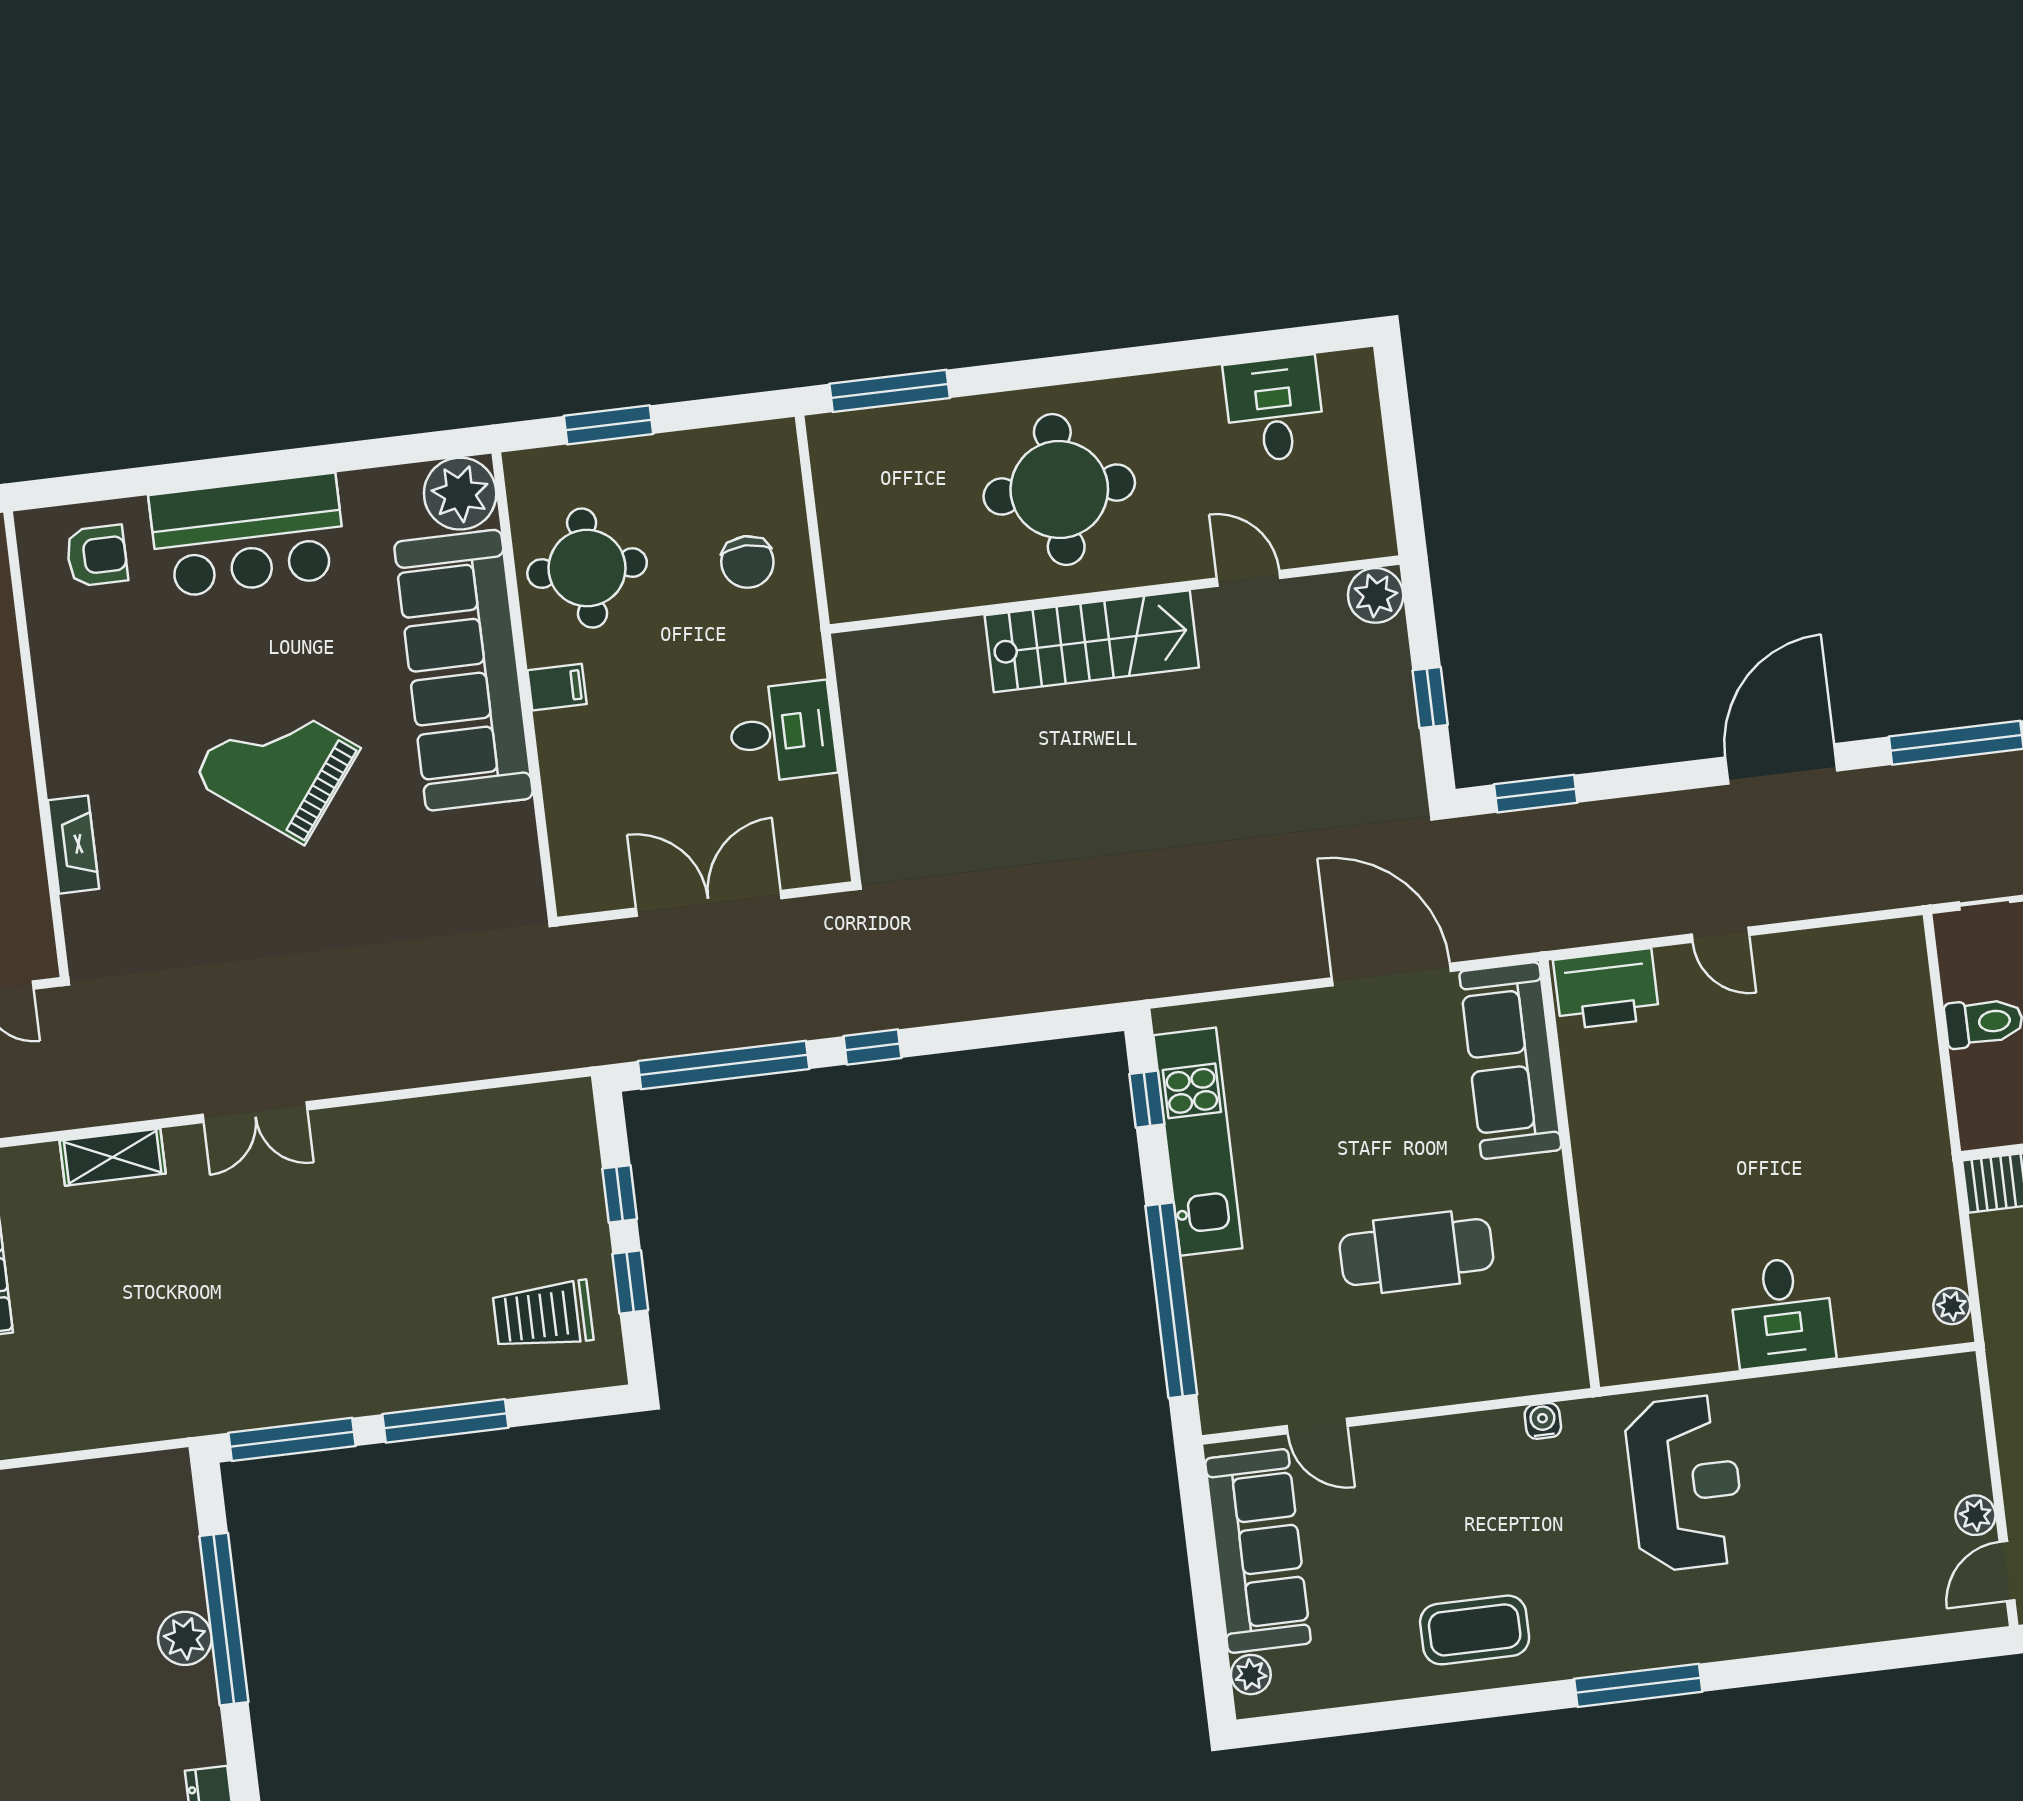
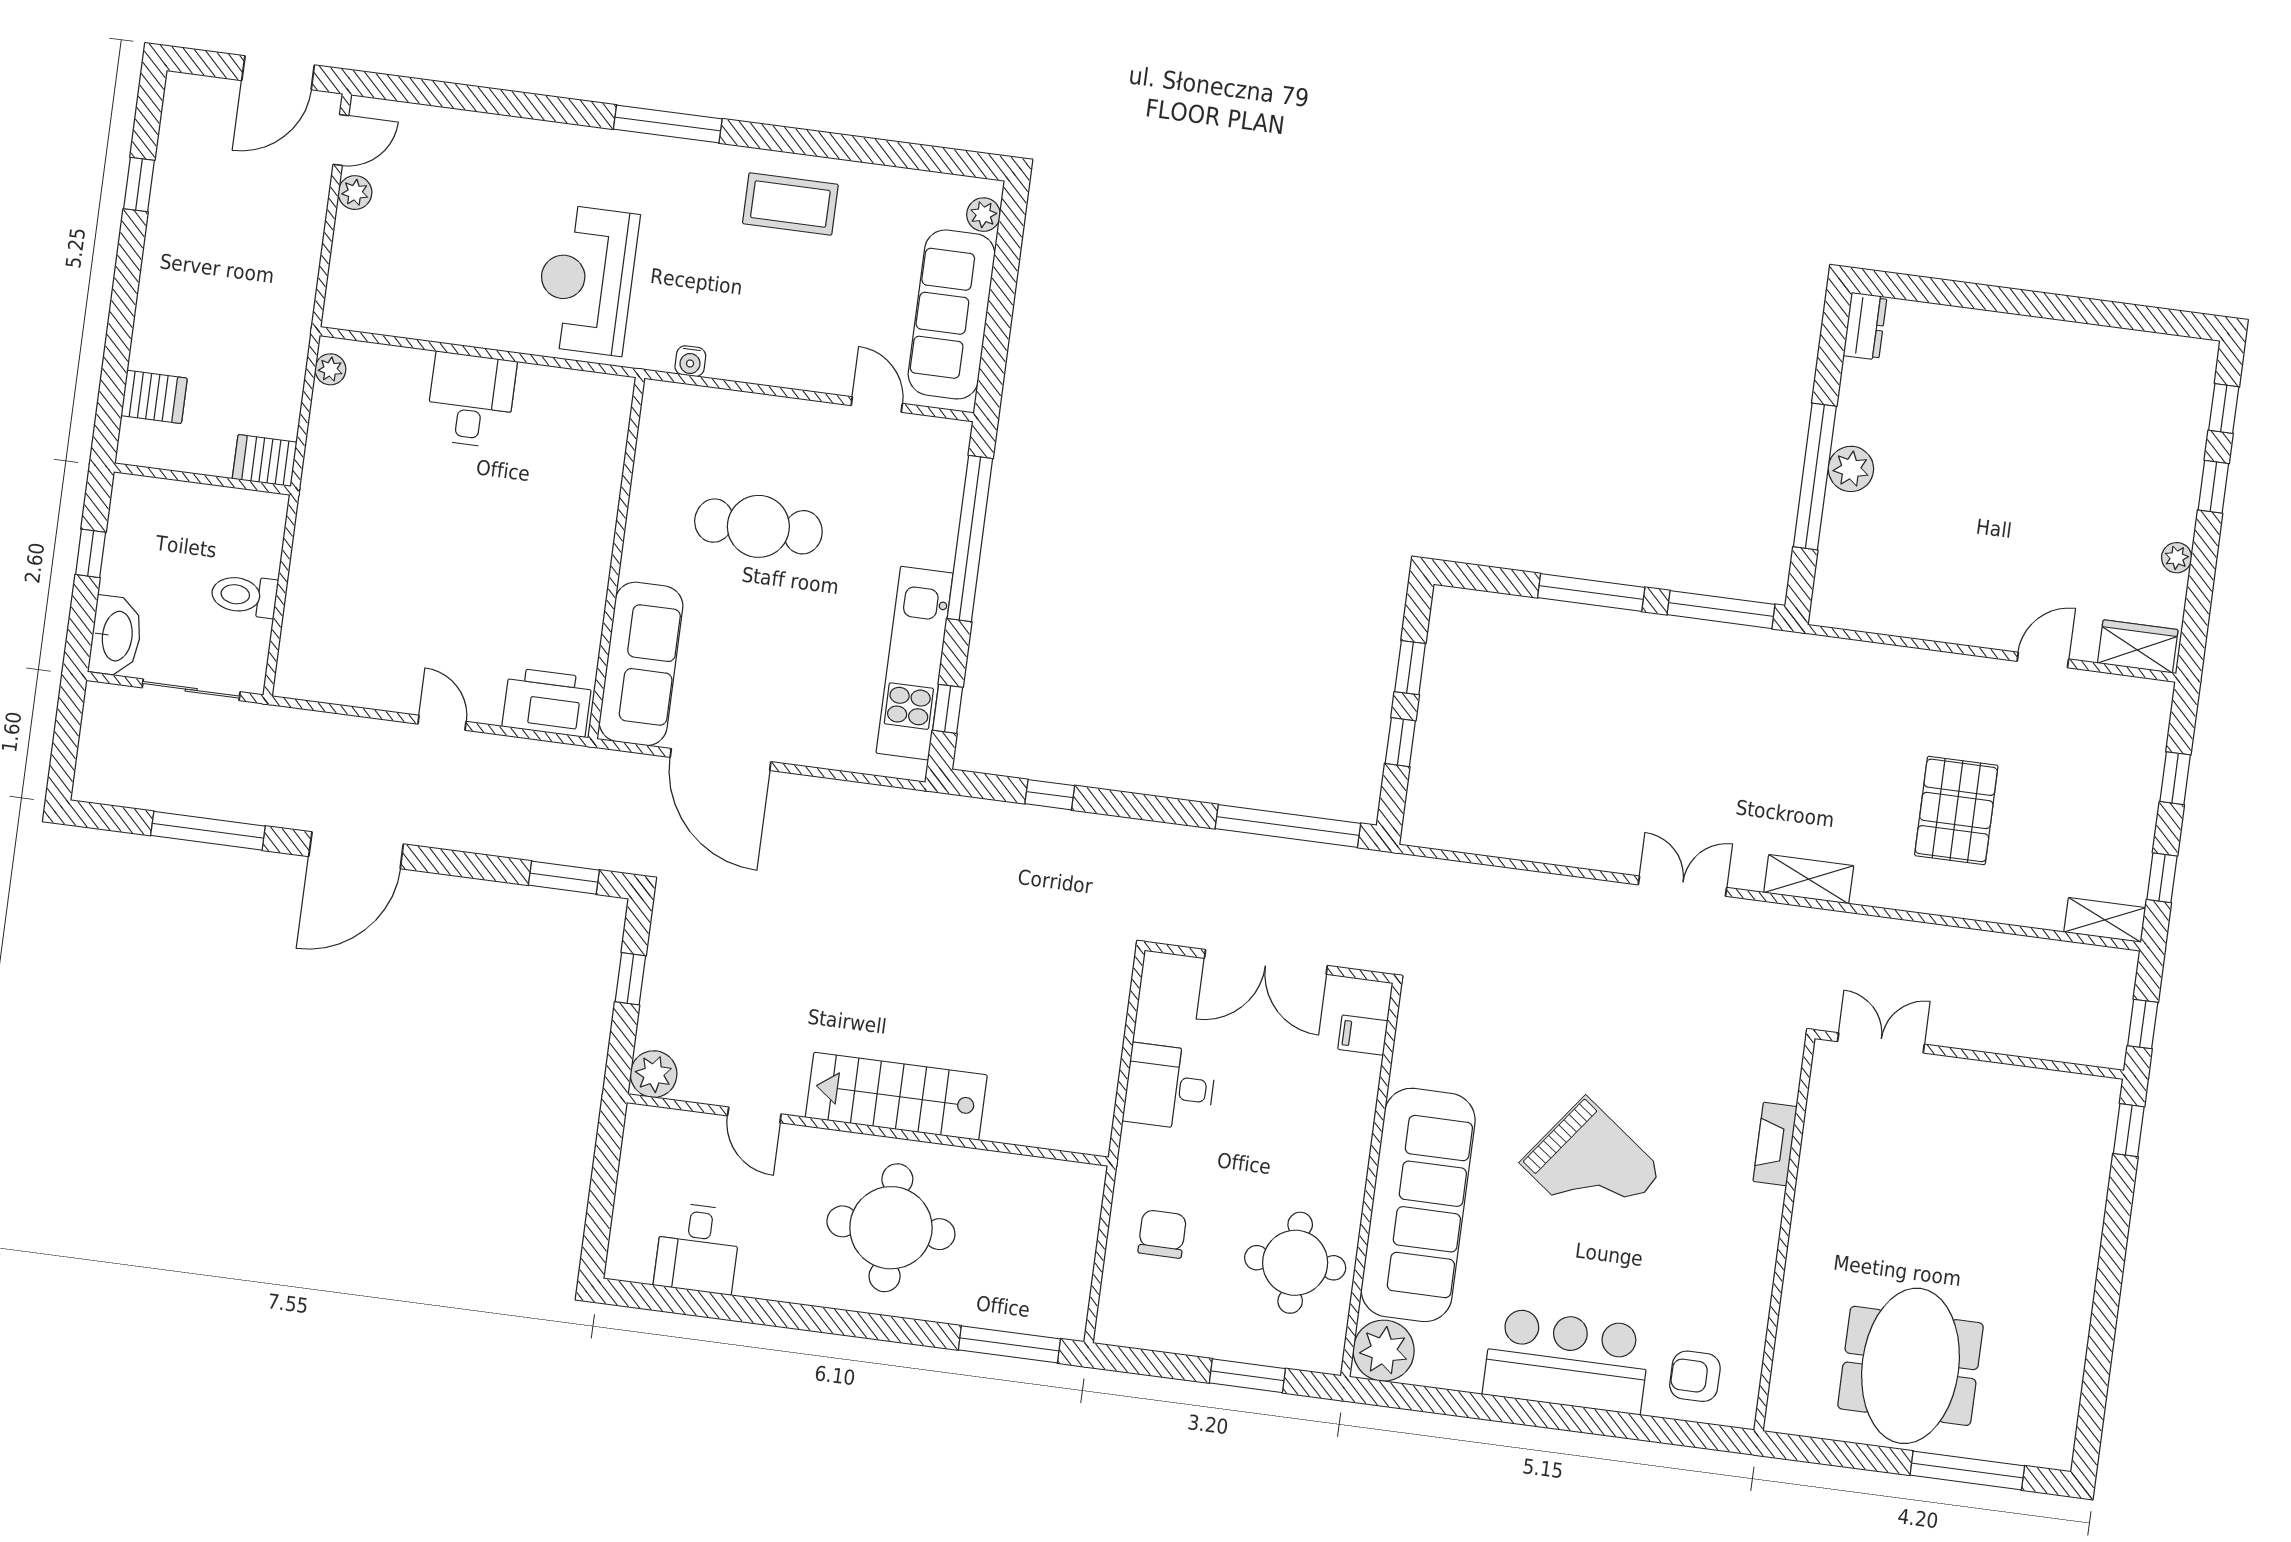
filing cabinet: (557, 687) -> (1363, 1035), moved
window: (872, 1047) -> (1050, 795), moved
trolley: (543, 1315) -> (1489, 659), removed

